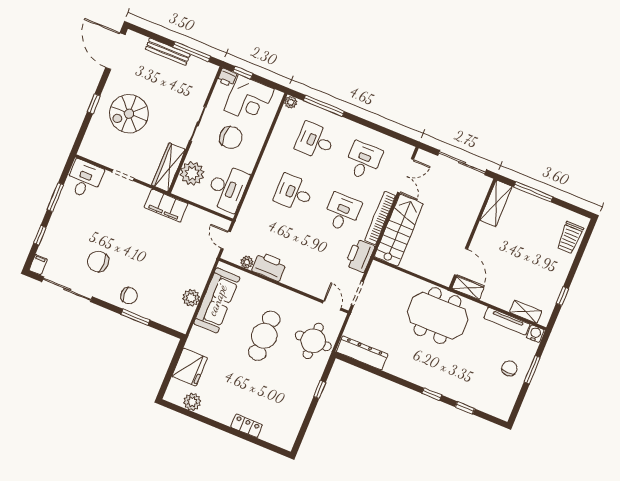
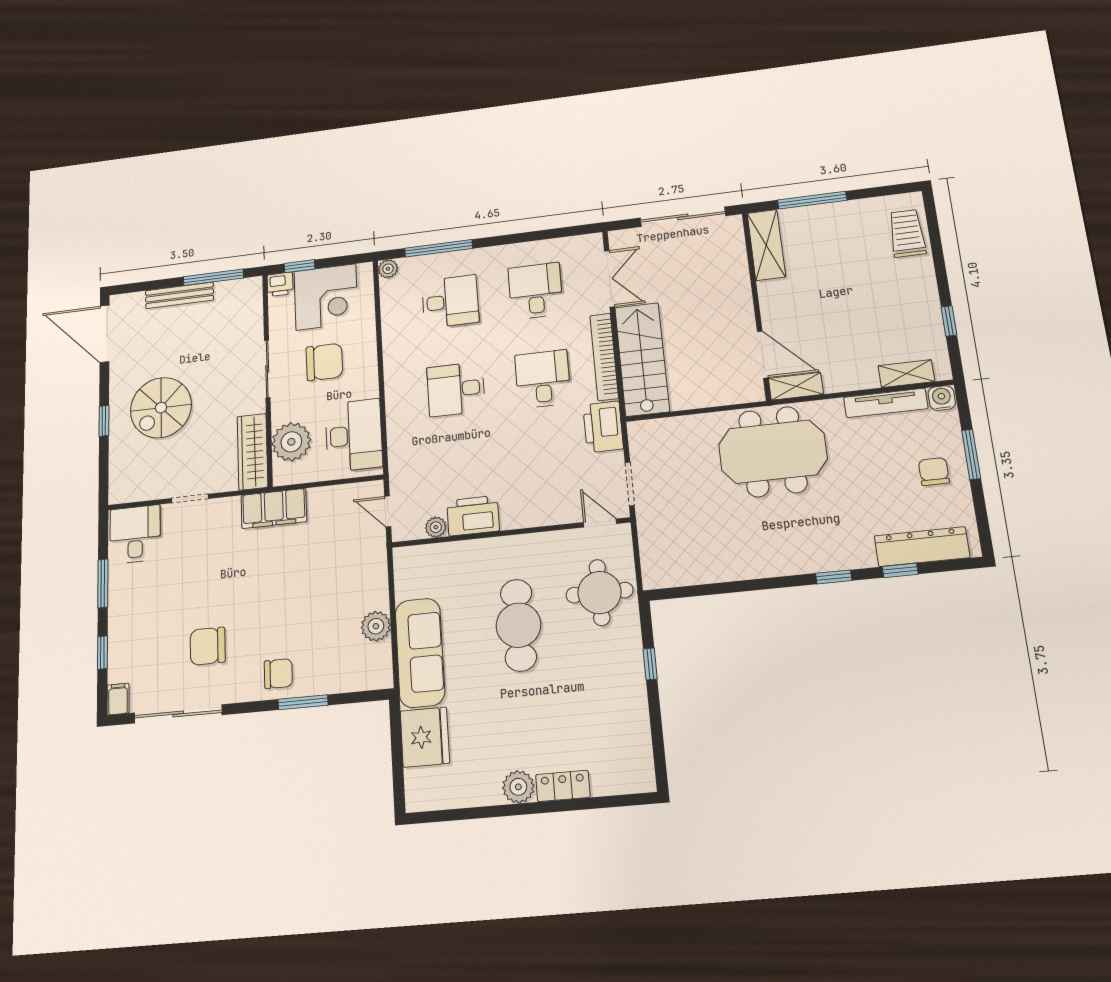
desk: (315, 141) -> (450, 302), turned 180
trolley: (570, 238) -> (907, 233), turned 180
sofa: (217, 300) -> (420, 653), moved
dresser: (362, 353) -> (922, 547), moved
plant: (192, 402) -> (518, 787), moved

